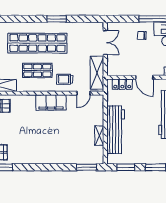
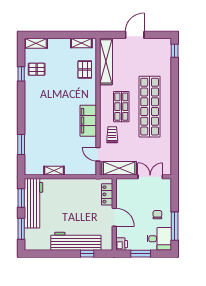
window: (57, 19) -> (175, 126), removed
double door: (105, 43) -> (150, 177), swing flipped
door: (144, 77) -> (114, 217), swing flipped
workbench: (116, 130) -> (33, 203), moved, turned -90
window: (86, 167) -> (21, 145), moved

